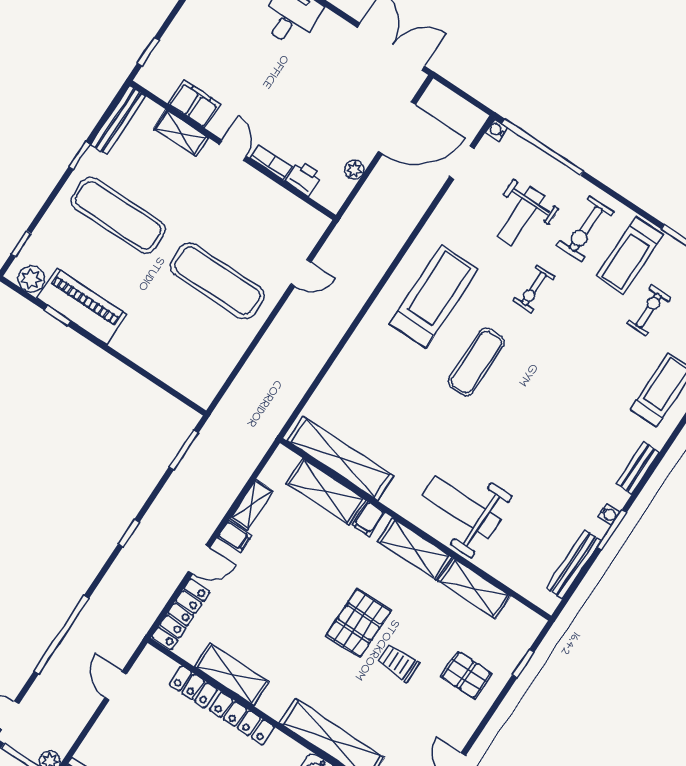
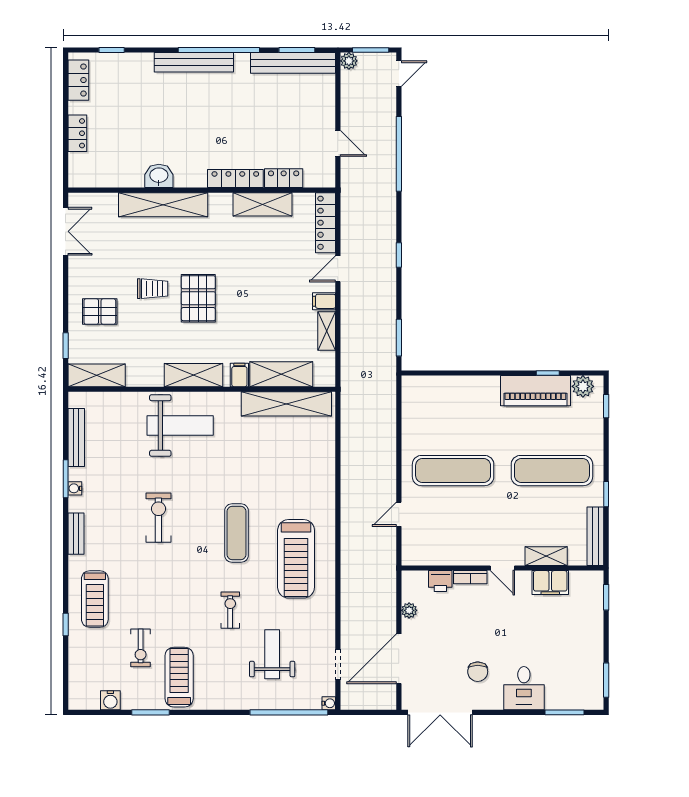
chair: (326, 63) -> (478, 672), added
exercise bike: (586, 229) -> (158, 518), moved
shelving: (474, 588) -> (97, 375), moved

